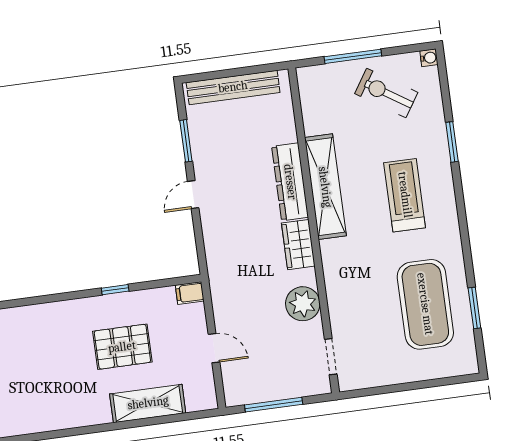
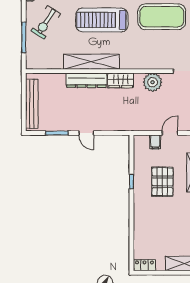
treadmill: (405, 195) -> (102, 20), width x1.37, depth x1.38
filing cabinet: (190, 293) -> (155, 142), moved

